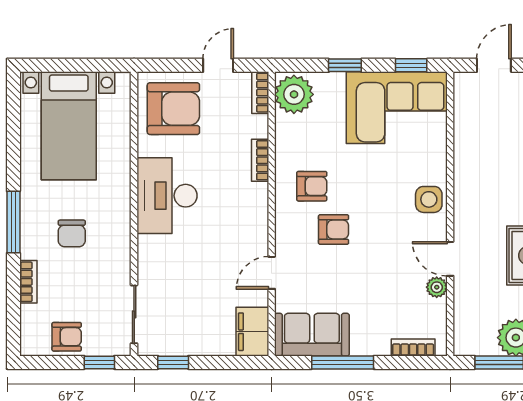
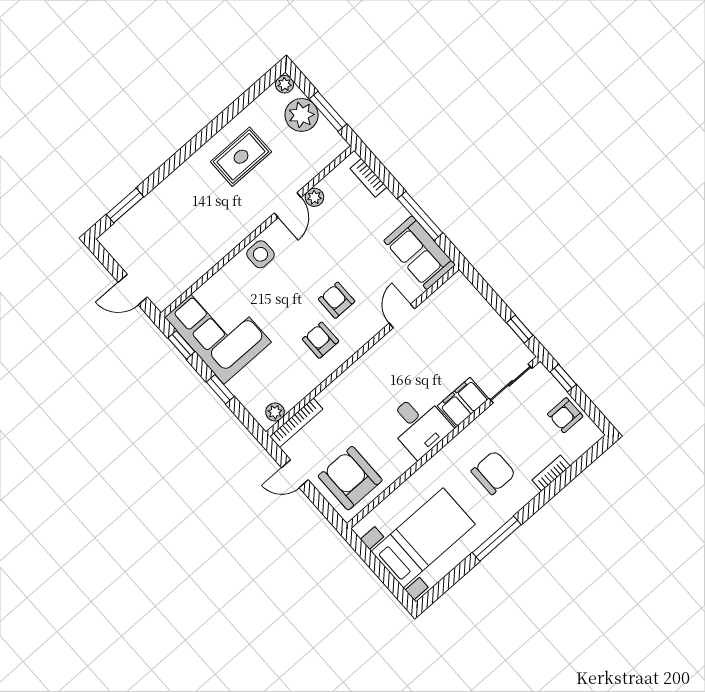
bookcase: (260, 93) -> (296, 423), width x1.56
plant: (294, 94) -> (275, 412), width x0.53, depth x0.53
bookcase: (260, 160) -> (334, 390), removed
desk: (167, 196) -> (419, 425), width x0.73
window: (13, 222) -> (497, 539), moved
chair: (72, 233) -> (493, 473), width x1.37, depth x1.37
door: (272, 273) -> (402, 316), swing flipped
filing cabinet: (252, 332) -> (463, 402), moved, turned 180
armchair: (67, 337) -> (565, 415), turned -90

